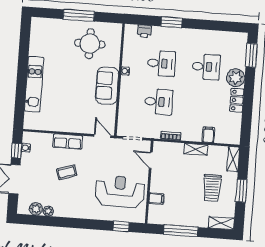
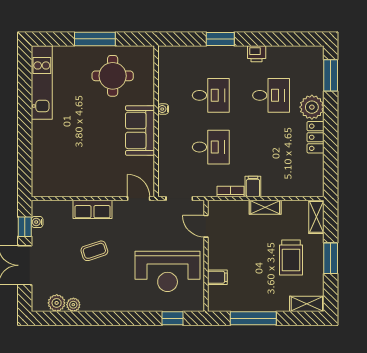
printer: (144, 31) -> (257, 54), moved
kitchen unit: (34, 84) -> (42, 82), moved
filing cabinet: (208, 135) -> (253, 187), moved
reception desk: (120, 191) -> (168, 271), turned 180

